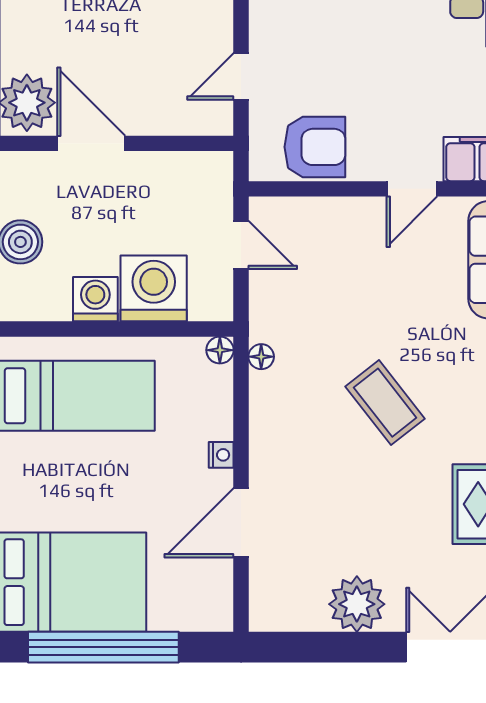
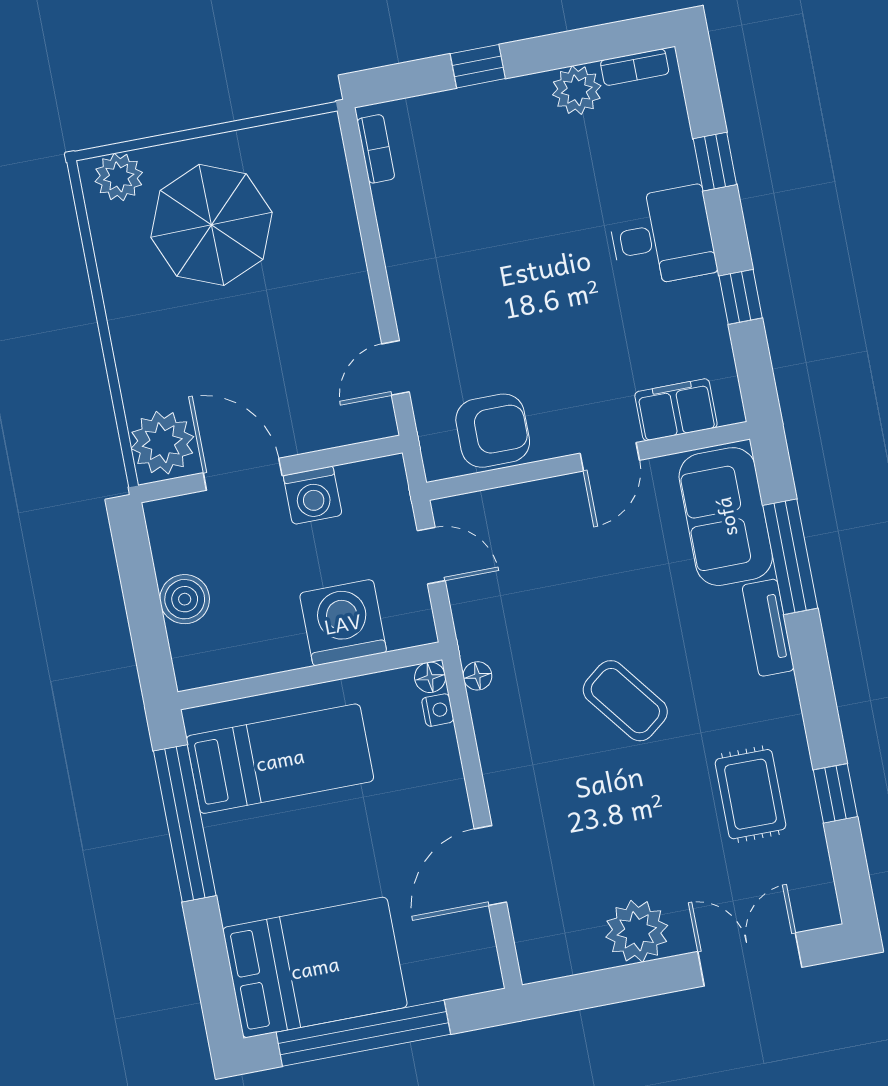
washing machine: (95, 299) -> (313, 495), moved, turned 180
nightstand: (221, 455) -> (438, 710), moved

